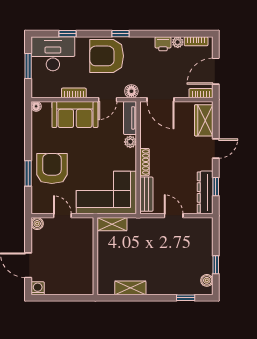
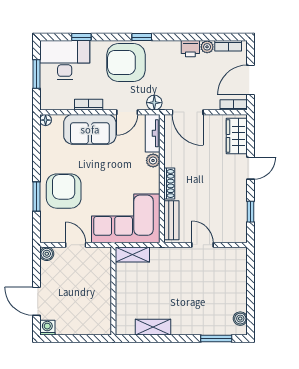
dresser: (205, 192) -> (238, 218), removed
window: (216, 265) -> (251, 301), removed
window: (186, 298) -> (216, 338), width x1.50

